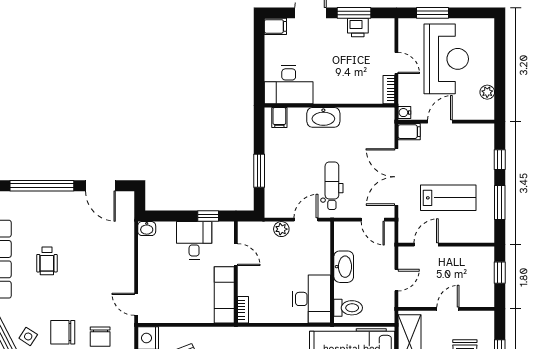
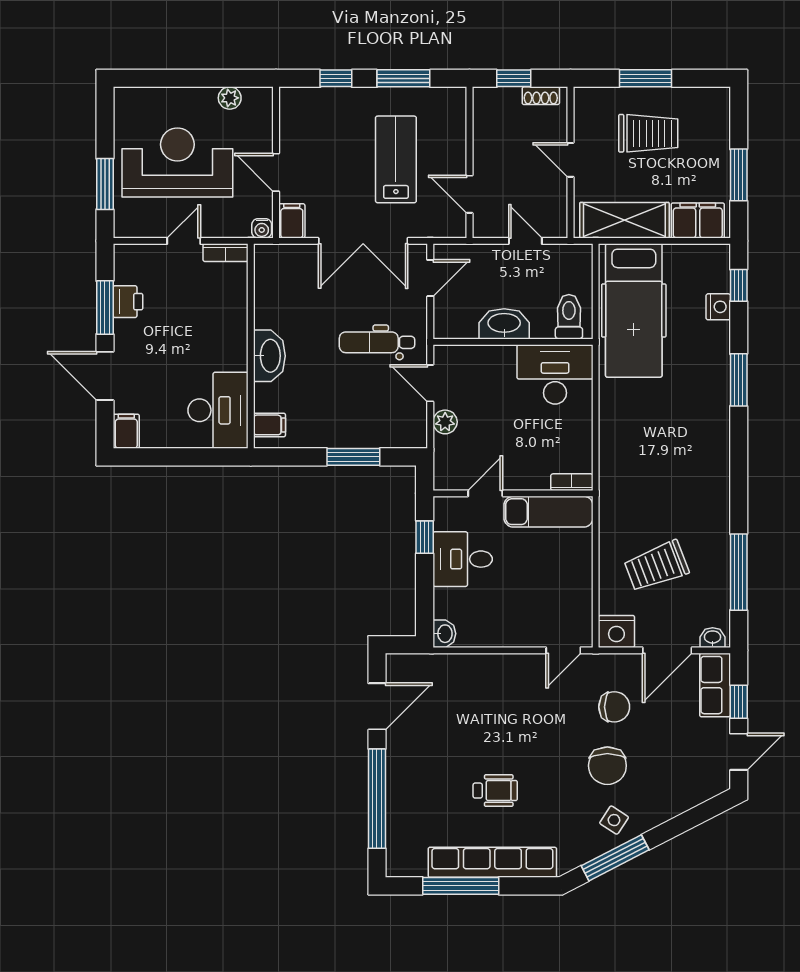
shoe rack: (489, 290) -> (541, 96), added

